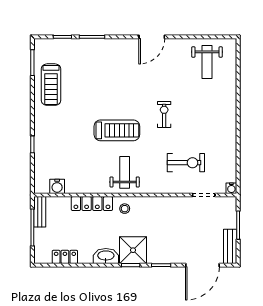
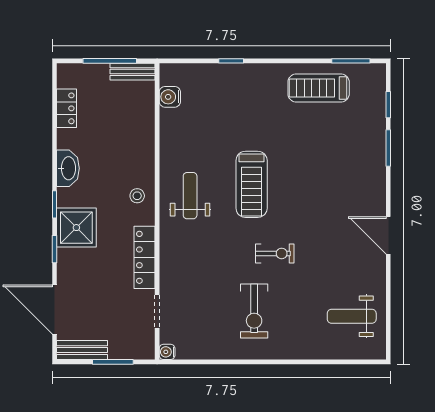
exercise bike: (186, 163) -> (254, 311), moved
weight bench: (125, 172) -> (190, 196), turned -90
locker: (92, 204) -> (145, 257), moved
shower: (133, 250) -> (76, 228), moved

